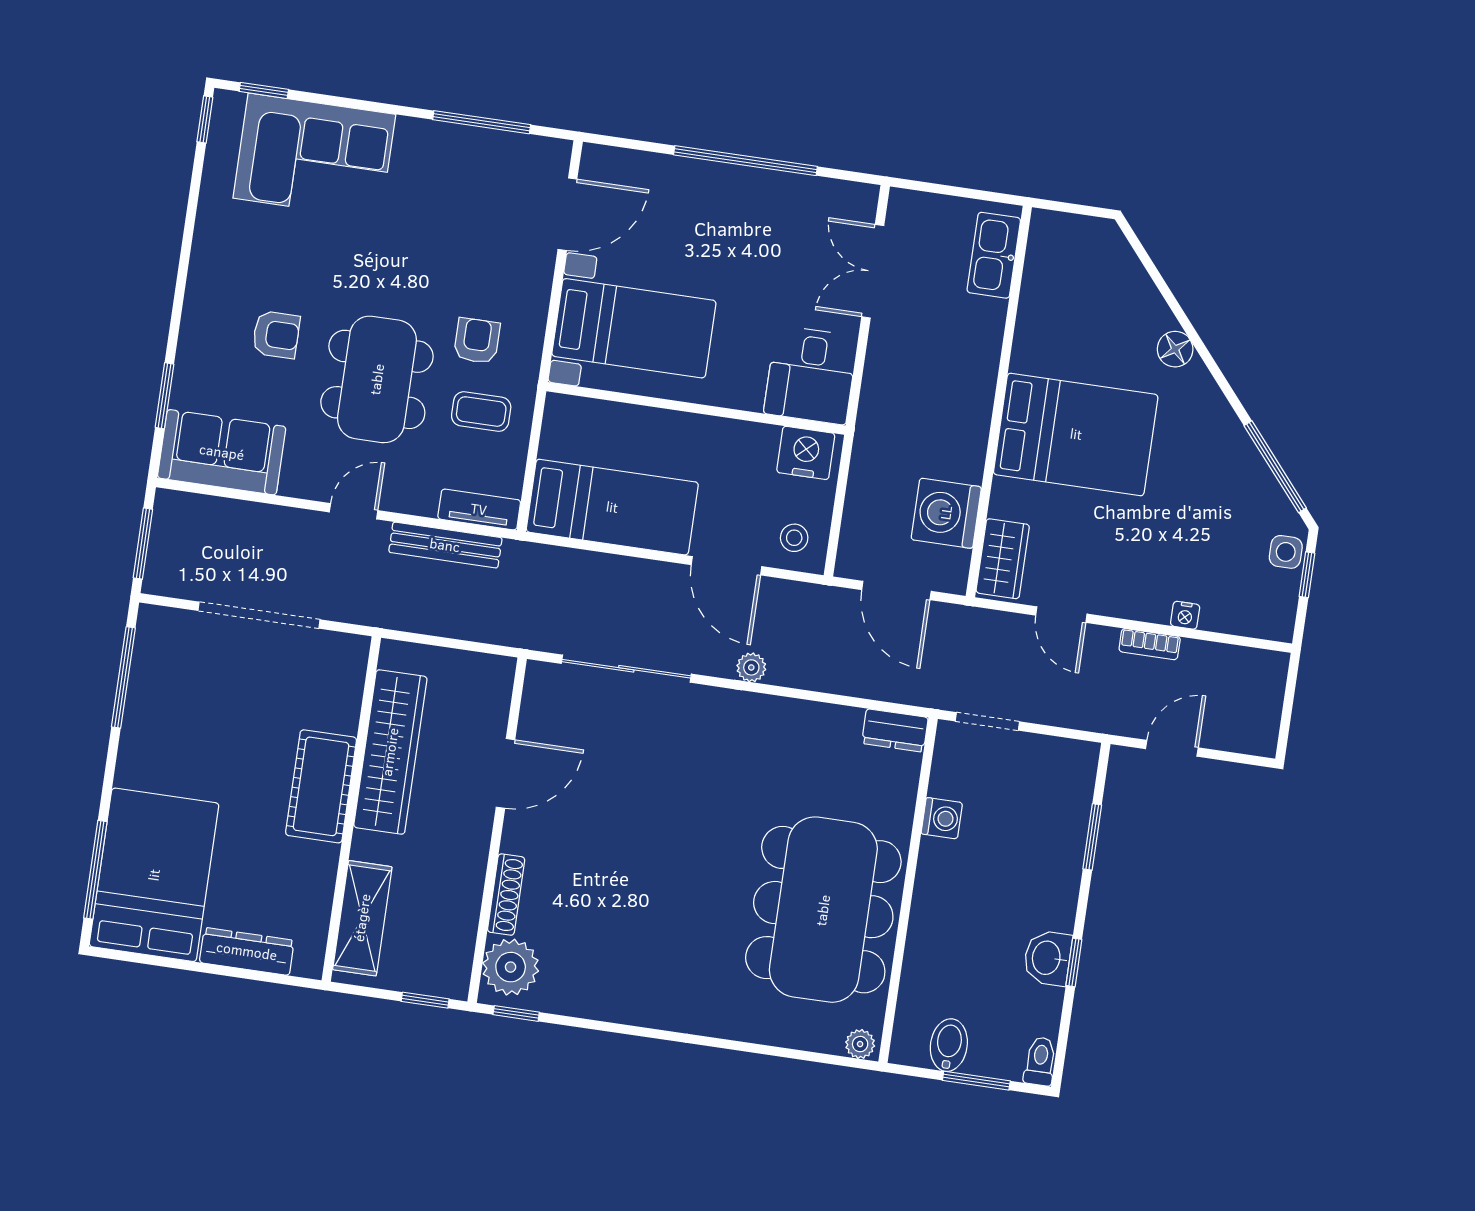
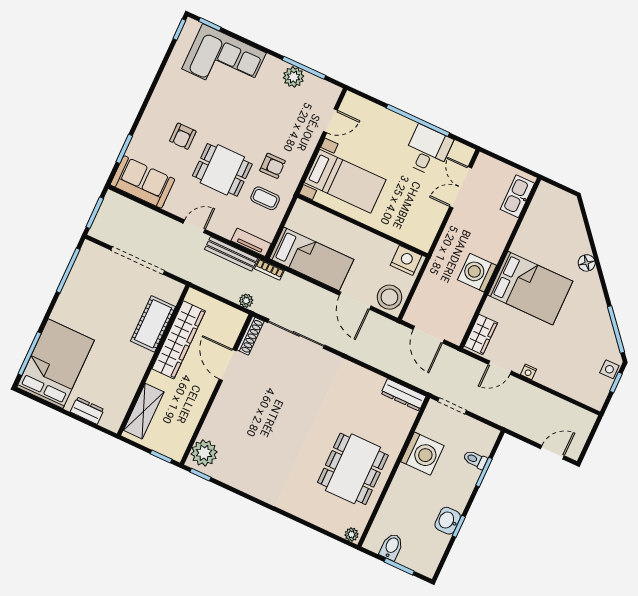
plant: (466, 147) -> (294, 77), added
door: (567, 214) -> (330, 121), width x0.73
armchair: (276, 335) -> (183, 136), turned 90
armchair: (477, 341) -> (273, 166), turned 89
desk: (811, 375) -> (428, 151), moved, turned 180
dining table: (377, 379) -> (222, 170), width x0.73
washing machine: (946, 513) -> (477, 273), moved
stool: (794, 538) -> (389, 297), width x1.89, depth x1.89
door: (1061, 615) -> (500, 368), hinge flipped
nightstand: (1185, 615) -> (528, 372), moved
bookcase: (1150, 644) -> (269, 270), moved
plant: (751, 667) -> (246, 301), moved
dresser: (895, 730) -> (403, 395), width x1.44
door: (1172, 748) -> (552, 452), moved
door: (505, 773) -> (228, 365), swing flipped
cot: (321, 786) -> (153, 324), moved
washing machine: (942, 818) -> (422, 454), width x1.89, depth x1.89
shoe rack: (506, 895) -> (251, 336), moved
dining table: (823, 910) -> (353, 469), width x0.73, depth x0.80
dresser: (247, 951) -> (87, 411), width x0.70
toilet: (1040, 1061) -> (475, 460), moved, turned -90

